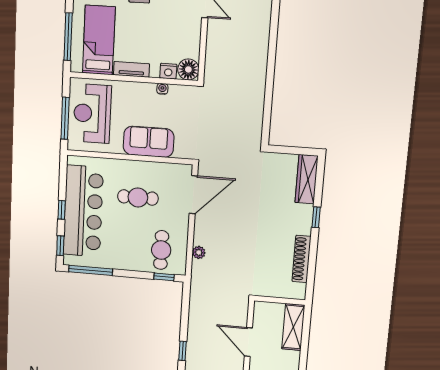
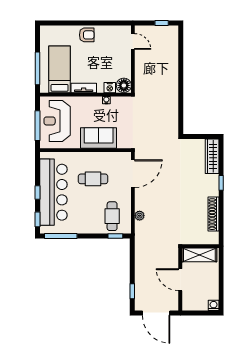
shelving: (293, 327) -> (199, 255), moved, turned 90

